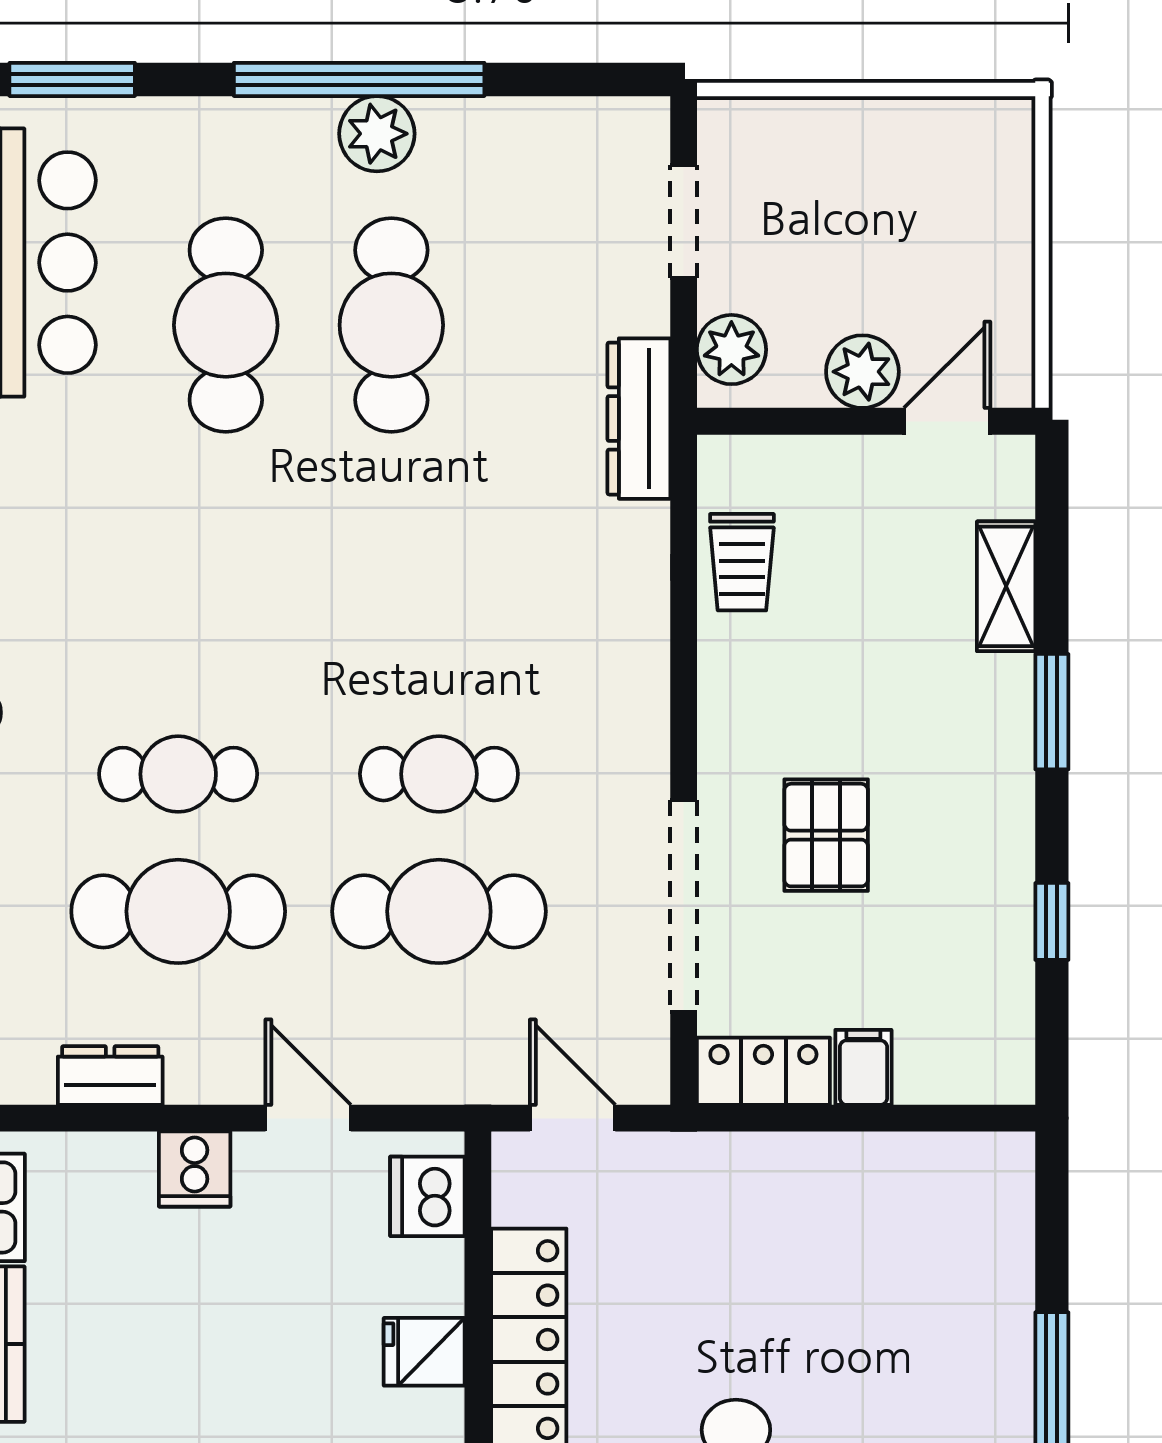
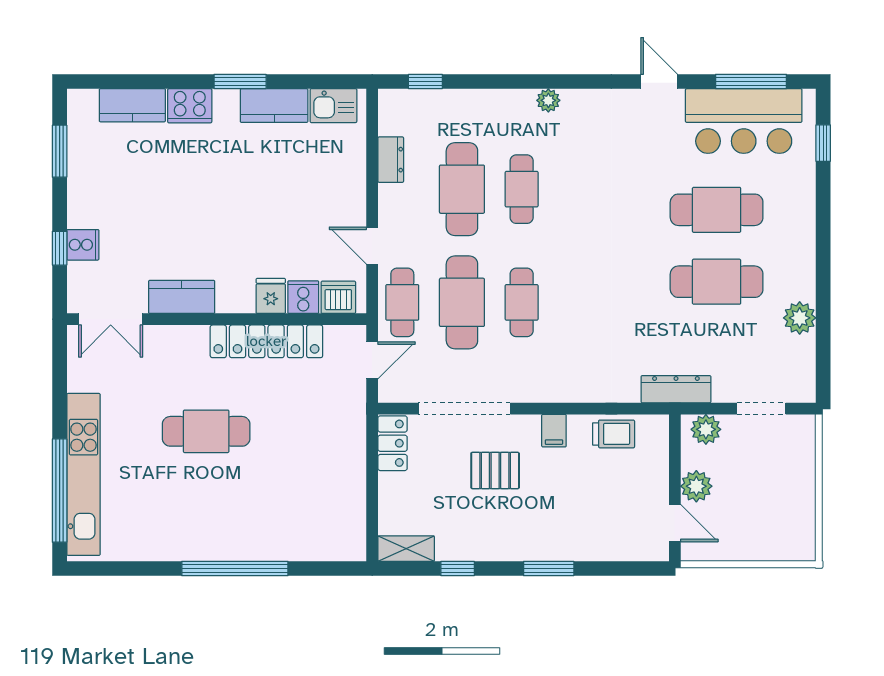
window: (72, 79) -> (823, 143), width x0.67
window: (359, 79) -> (823, 268), removed
plant: (377, 134) -> (800, 318), moved
trolley: (742, 562) -> (614, 434), turned 180
shelving: (1006, 586) -> (406, 549), moved
cafe table: (439, 1049) -> (402, 302), added
filing cabinet: (863, 1067) -> (554, 431), moved, turned 90
door: (308, 1118) -> (372, 246), swing flipped
cooker: (195, 1169) -> (303, 297), moved, turned 90

